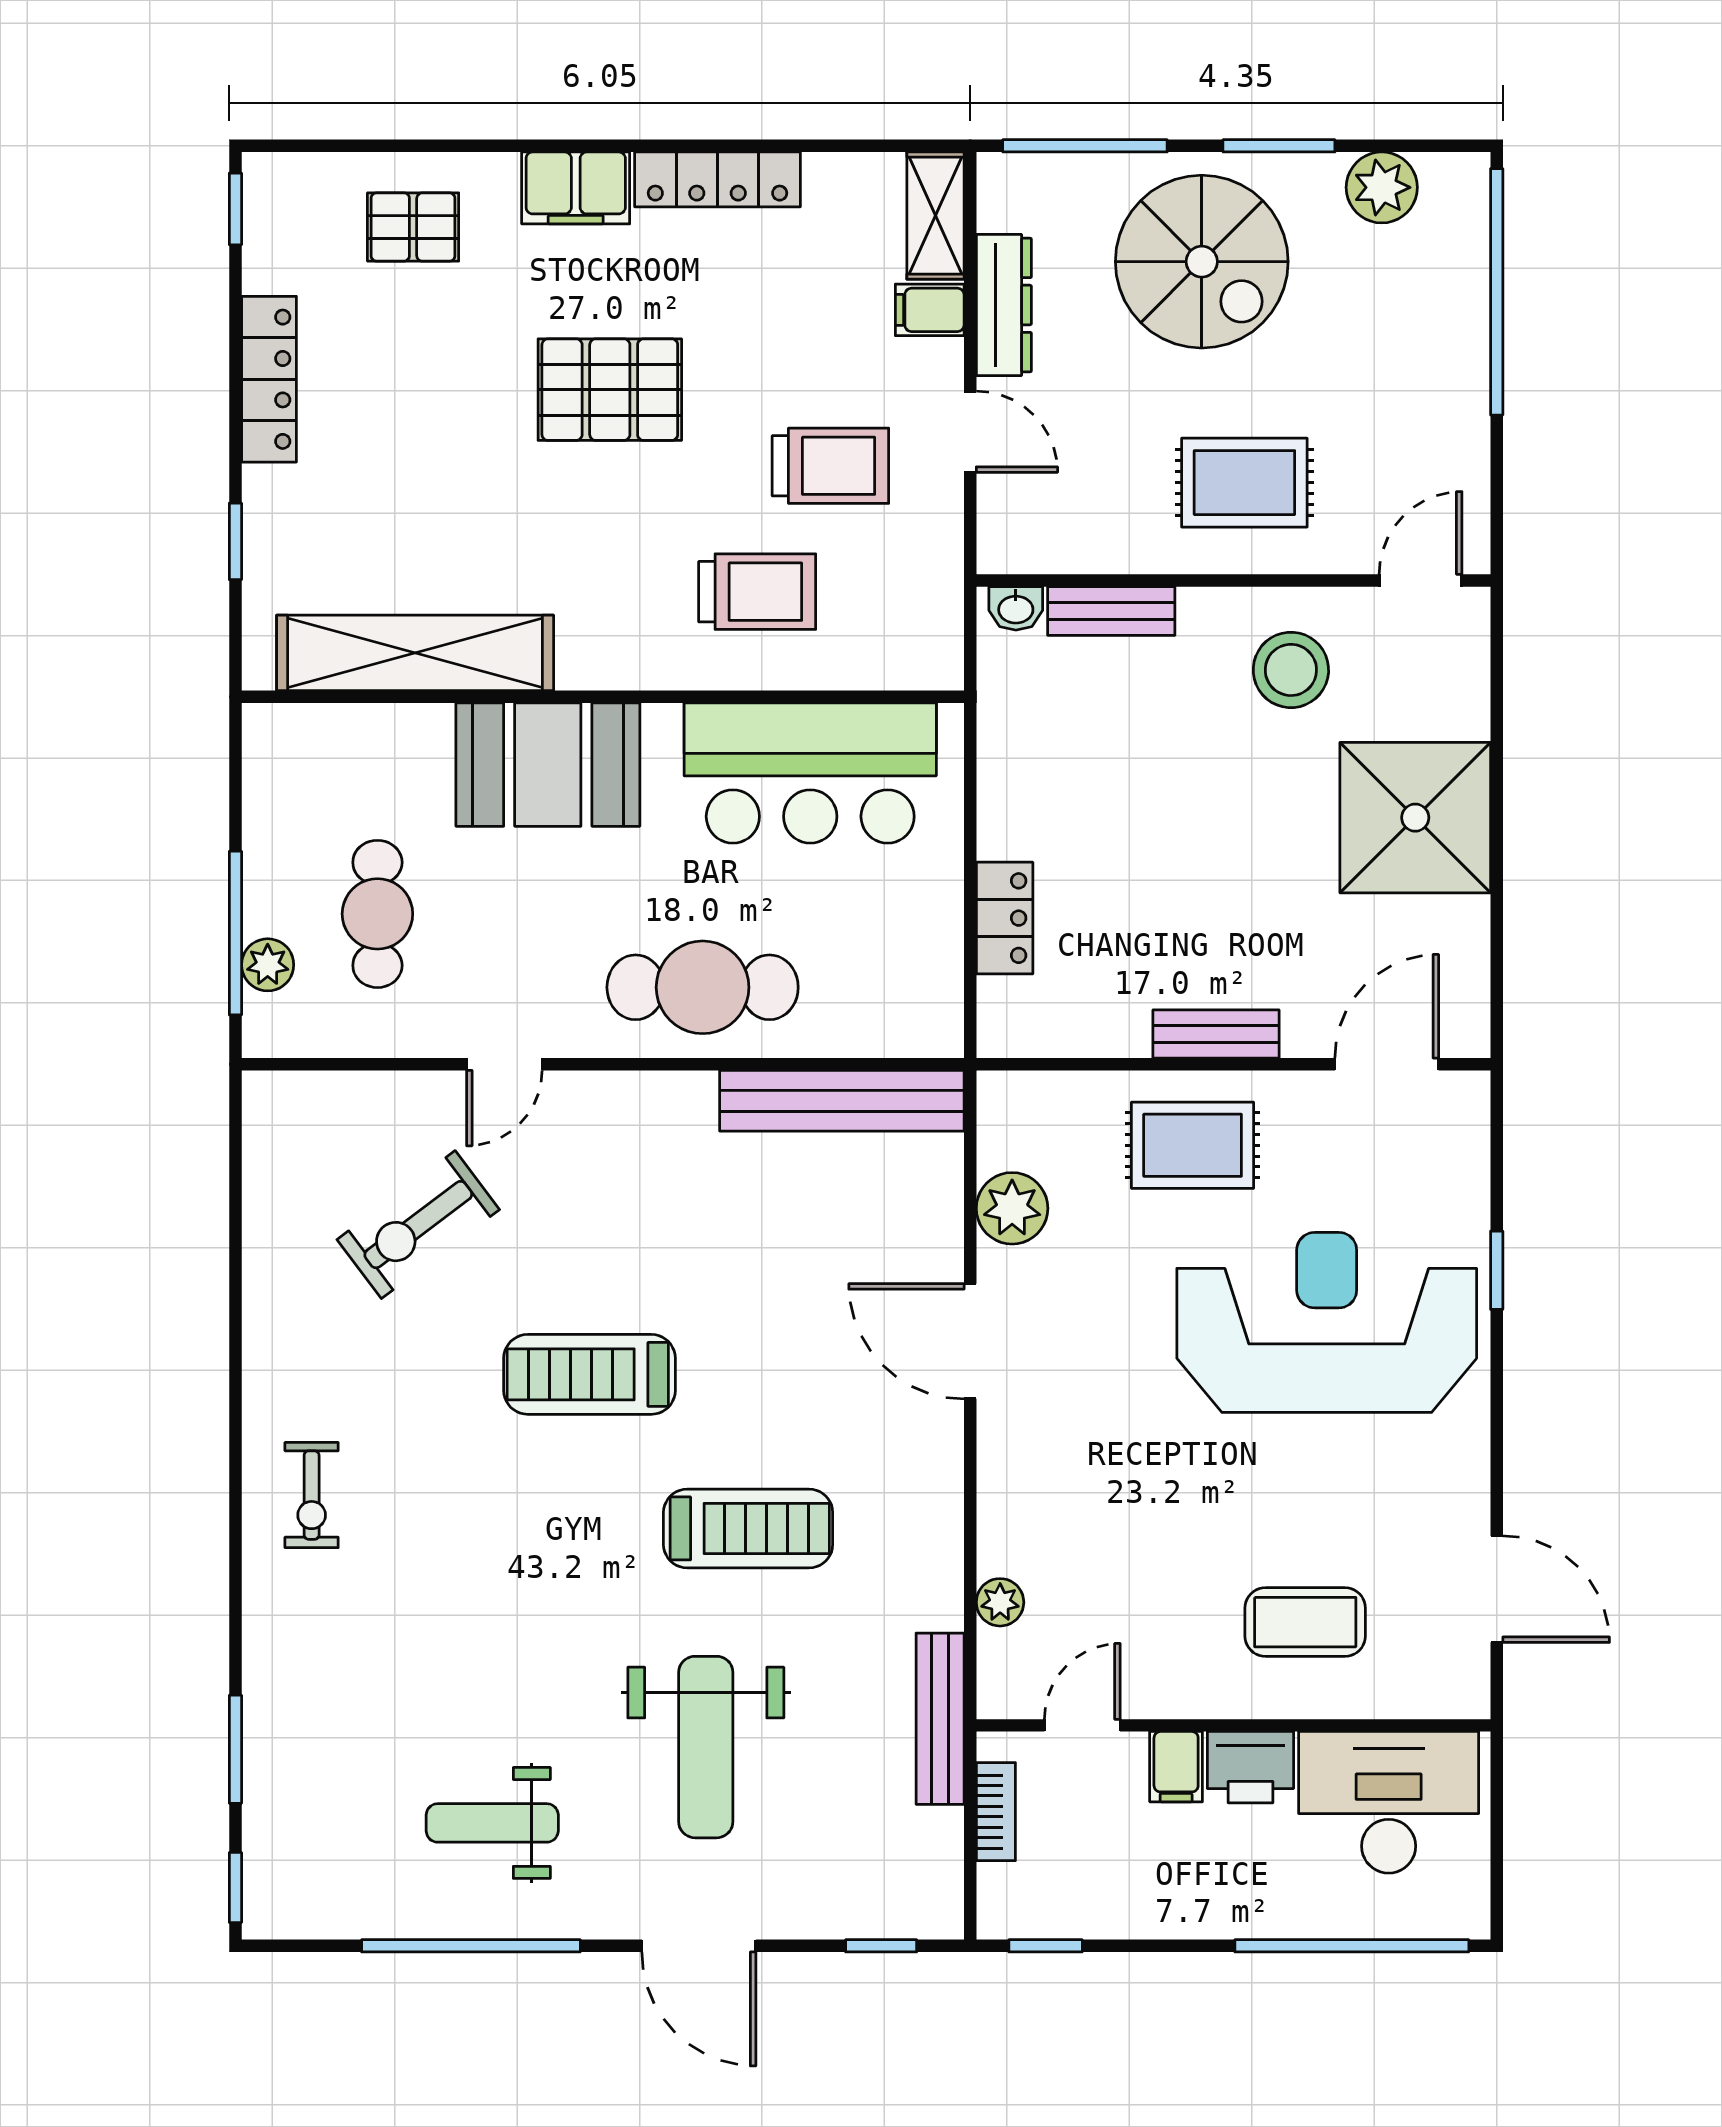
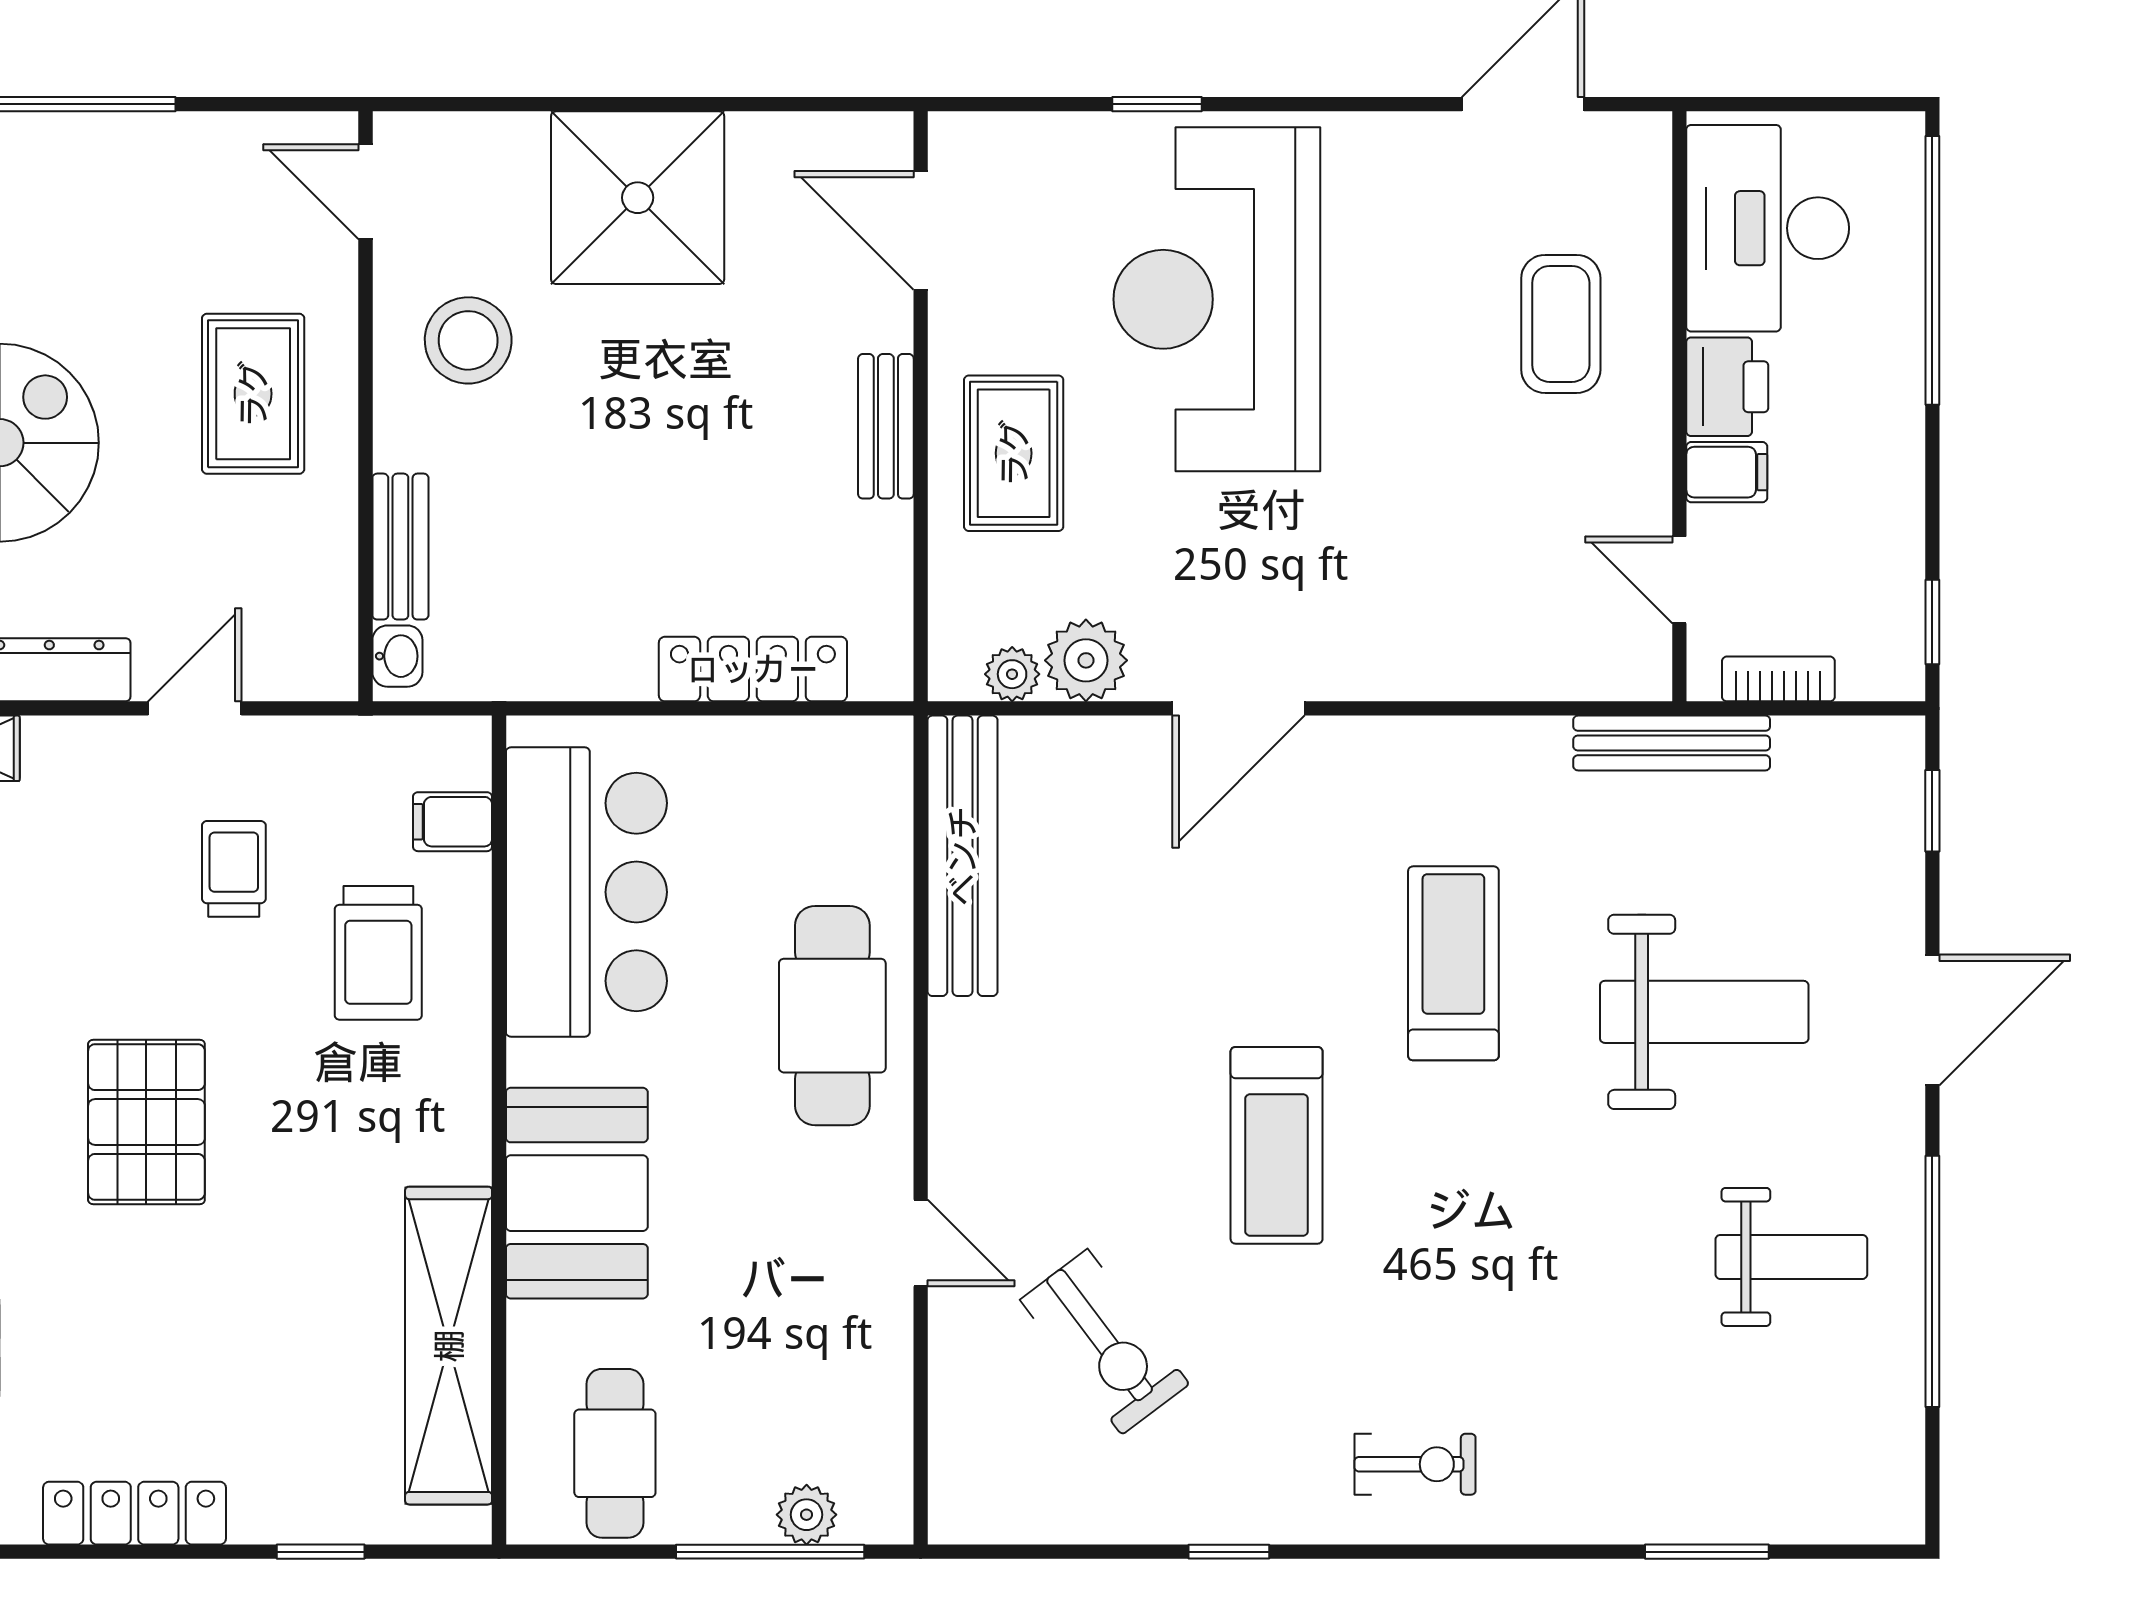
filing cabinet: (930, 310) -> (453, 822), moved, turned 90
trolley: (830, 466) -> (234, 869), width x0.73, depth x0.72
trolley: (757, 592) -> (378, 953), turned 180
cafe table: (377, 914) -> (615, 1453), moved, turned 90
locker: (1005, 918) -> (753, 669), width x1.53
plant: (1000, 1602) -> (1012, 674), moved
weight bench: (492, 1823) -> (1791, 1257), turned -90
window: (235, 1887) -> (1229, 1552), moved

